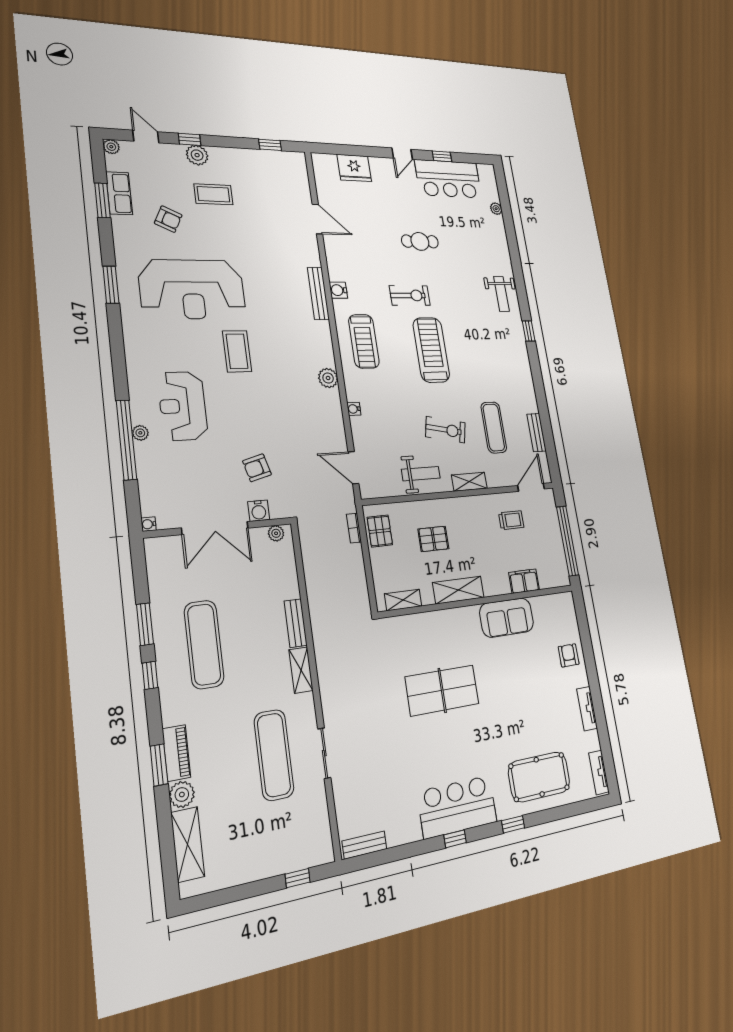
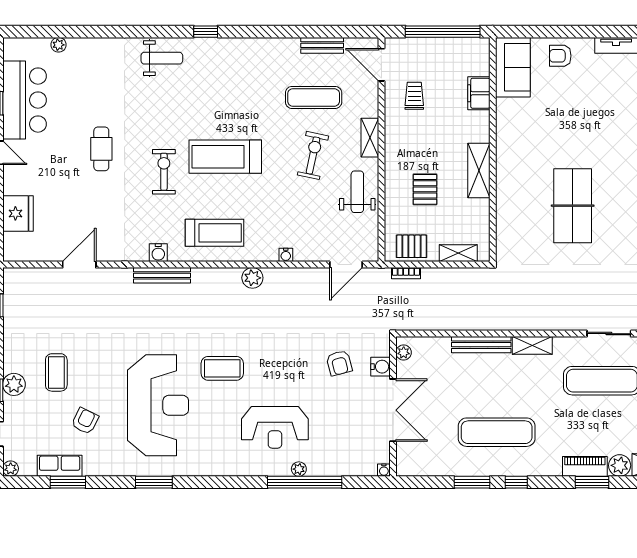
shelving: (403, 600) -> (458, 253), moved, turned 90
sofa: (507, 618) -> (513, 67), moved
bench: (296, 623) -> (481, 345), width x1.36

